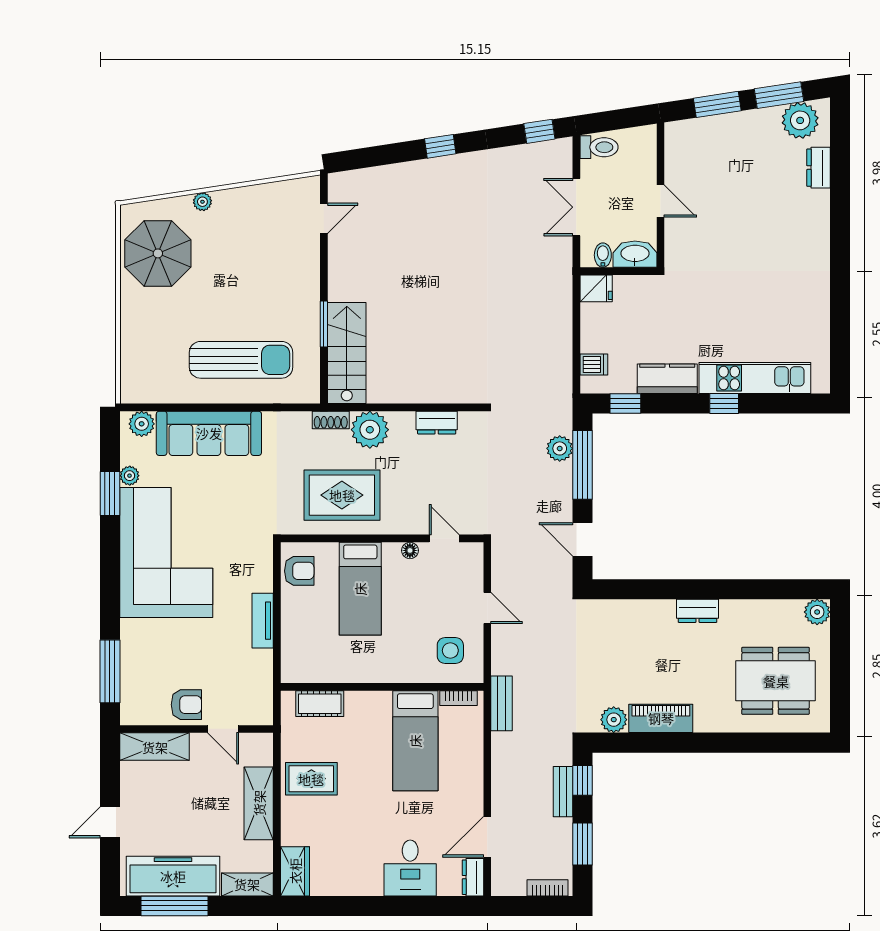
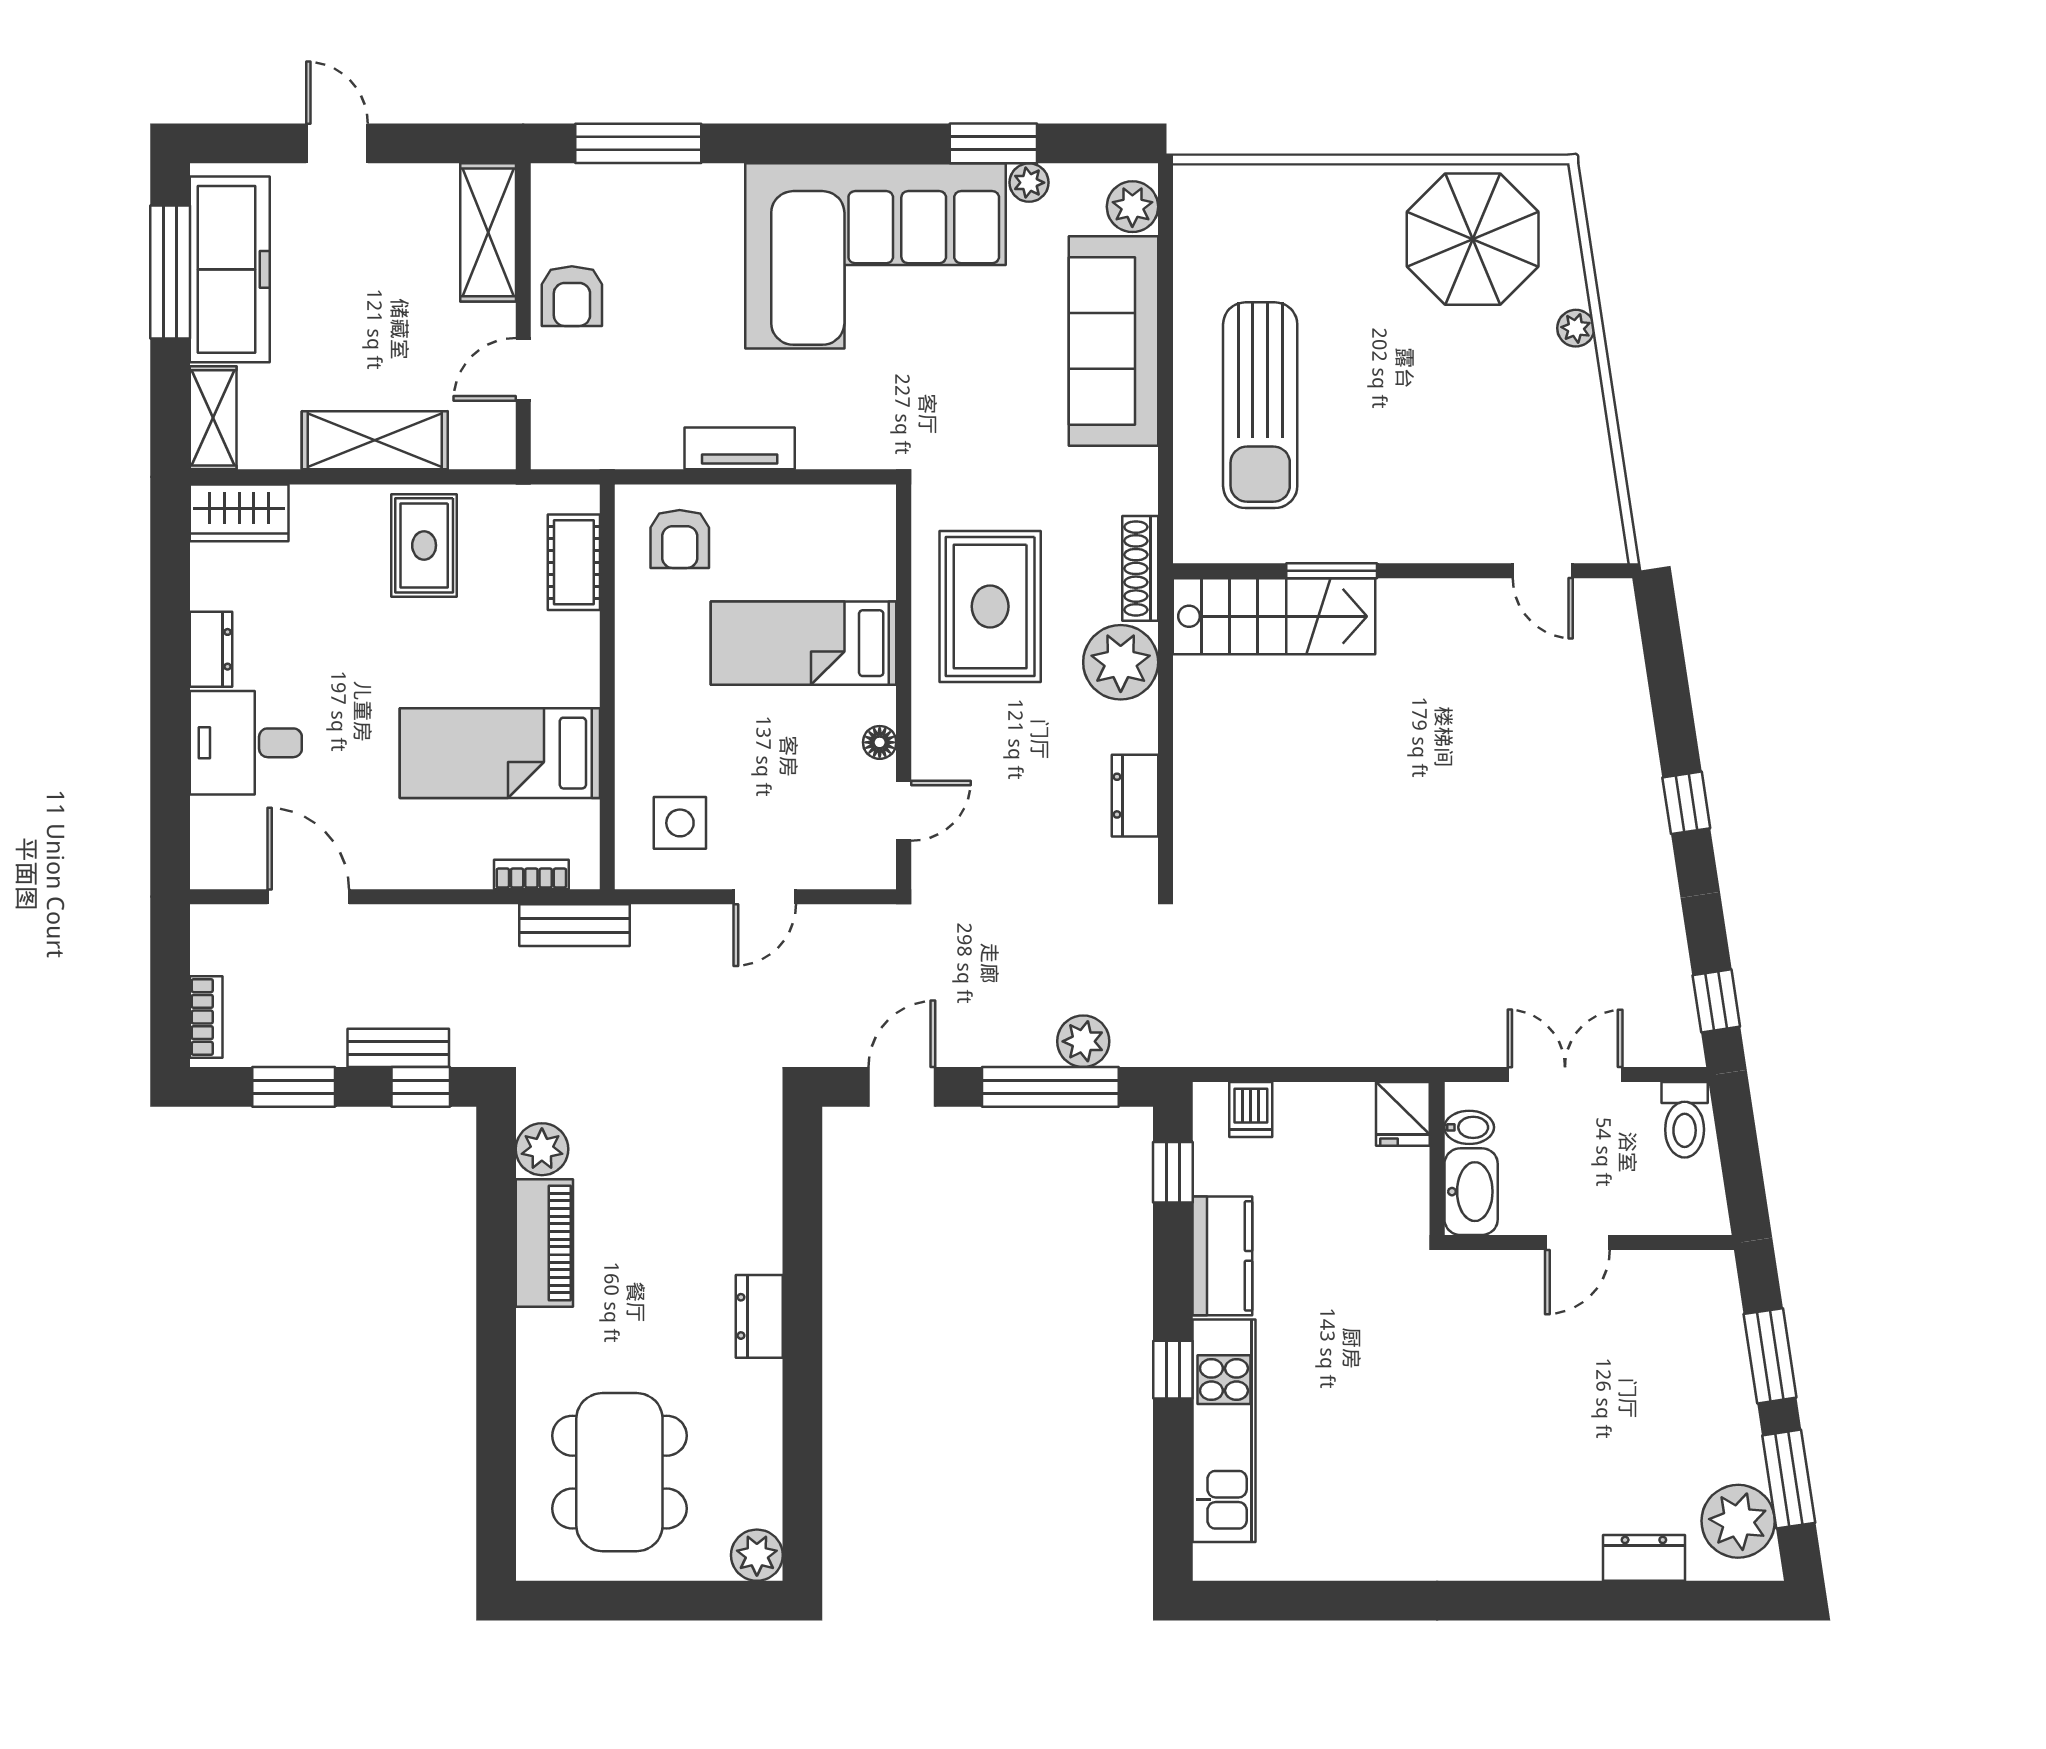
shoe rack: (331, 420) -> (1140, 568), width x1.43
armchair: (299, 571) -> (680, 539), moved
bookcase: (458, 698) -> (531, 874), moved, turned 90
dresser: (473, 877) -> (211, 649), moved, turned 90

